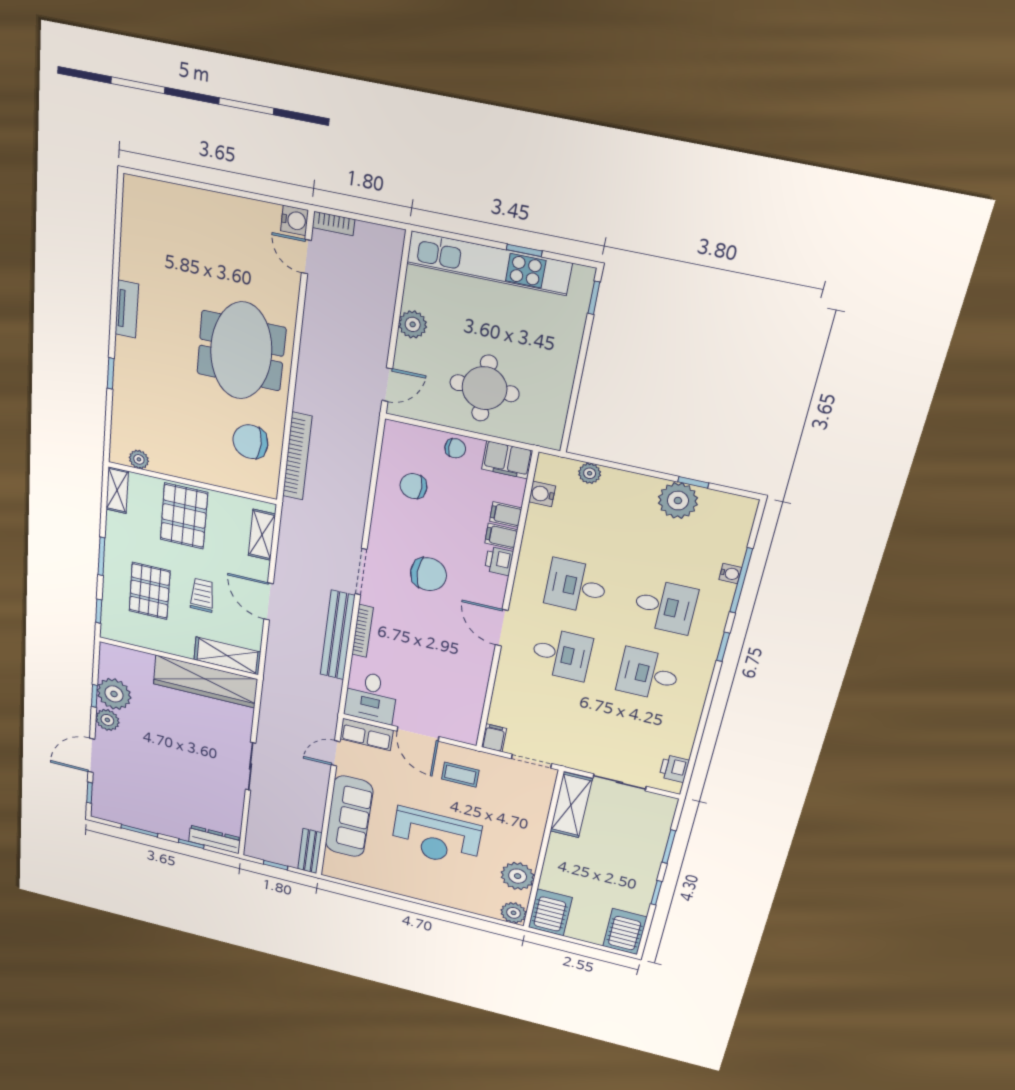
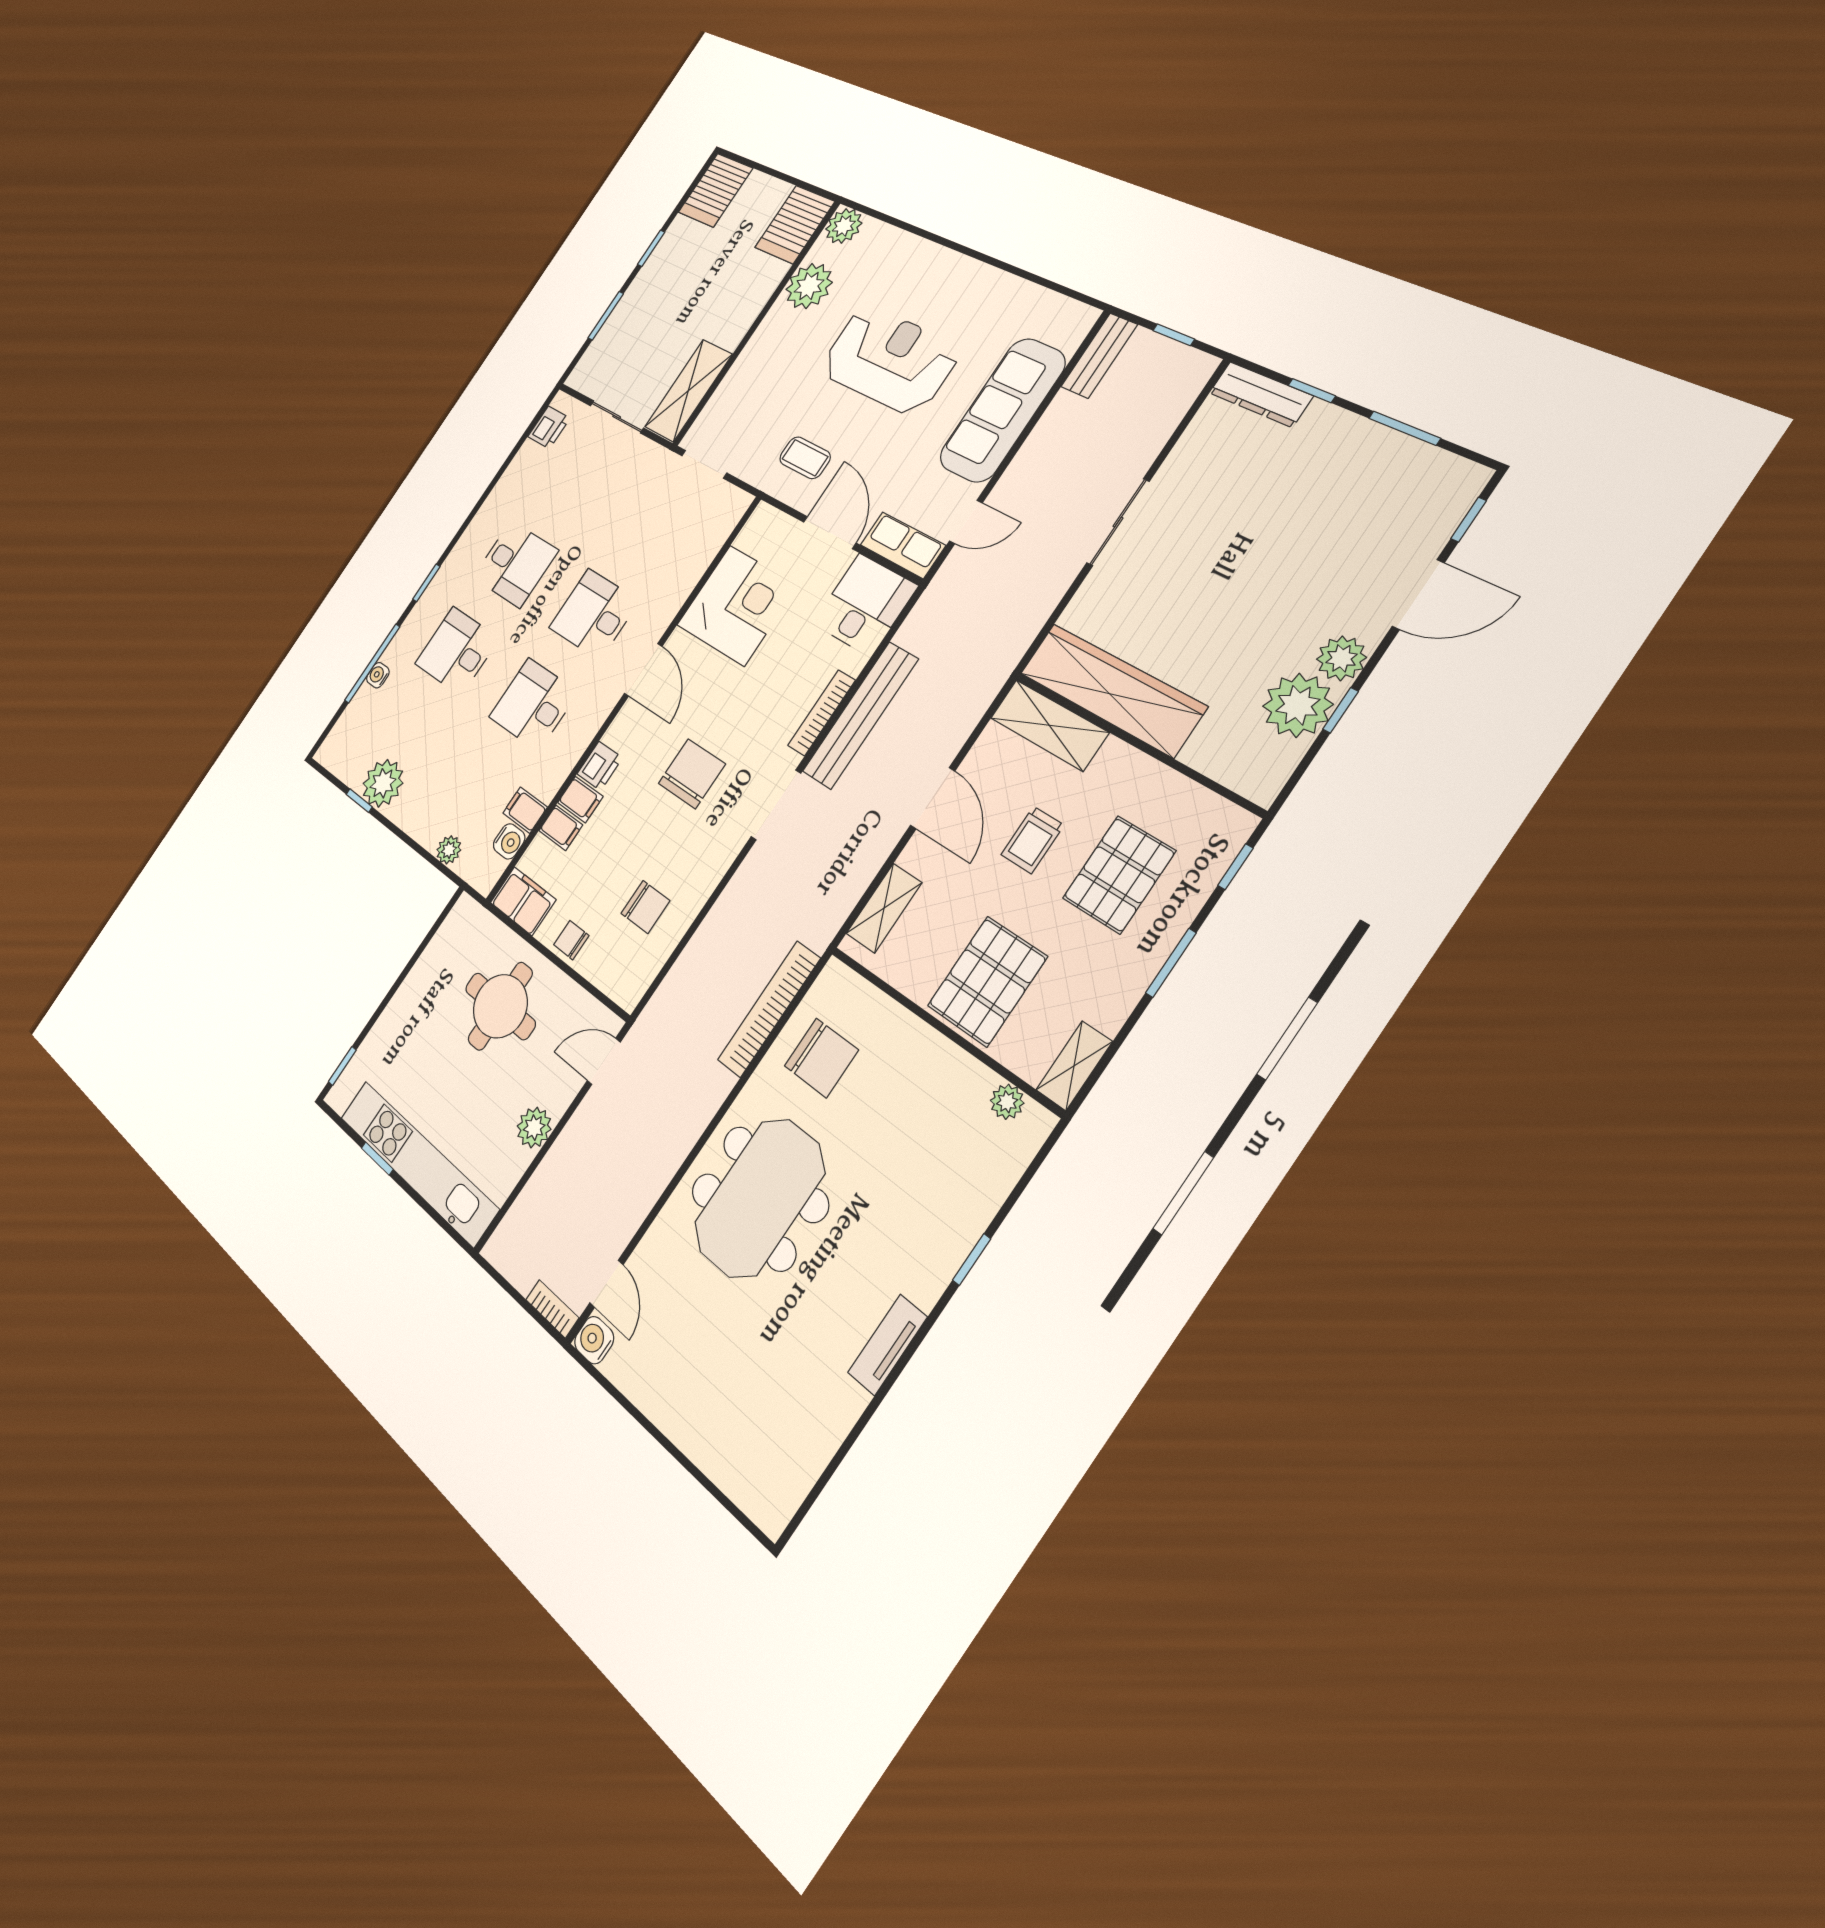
chair: (428, 574) -> (692, 774), turned 90
desk: (576, 586) -> (533, 705), turned 180
corner desk: (456, 681) -> (737, 605), added
filing cabinet: (494, 738) -> (525, 810), moved, turned 90

